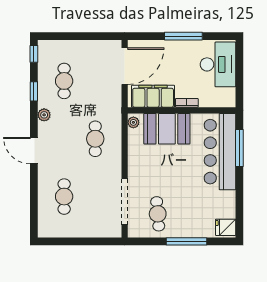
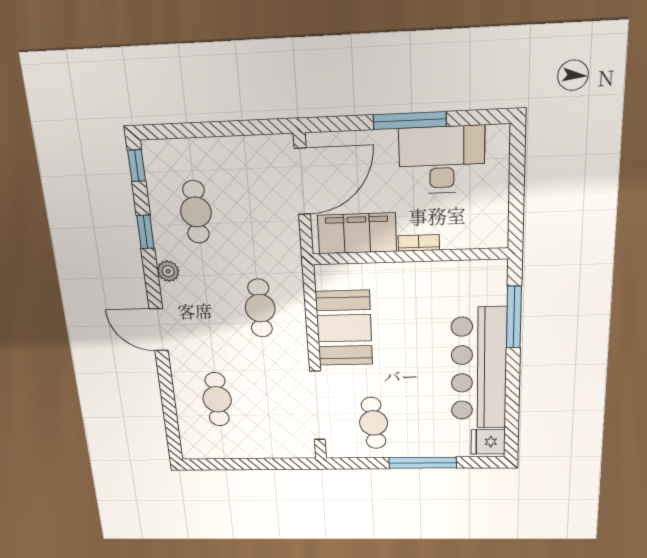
desk: (218, 64) -> (442, 160), moved, turned -90
plant: (133, 122) -> (324, 279), removed
booth: (167, 129) -> (344, 328), moved, turned 90
bar counter: (220, 152) -> (479, 369), moved

